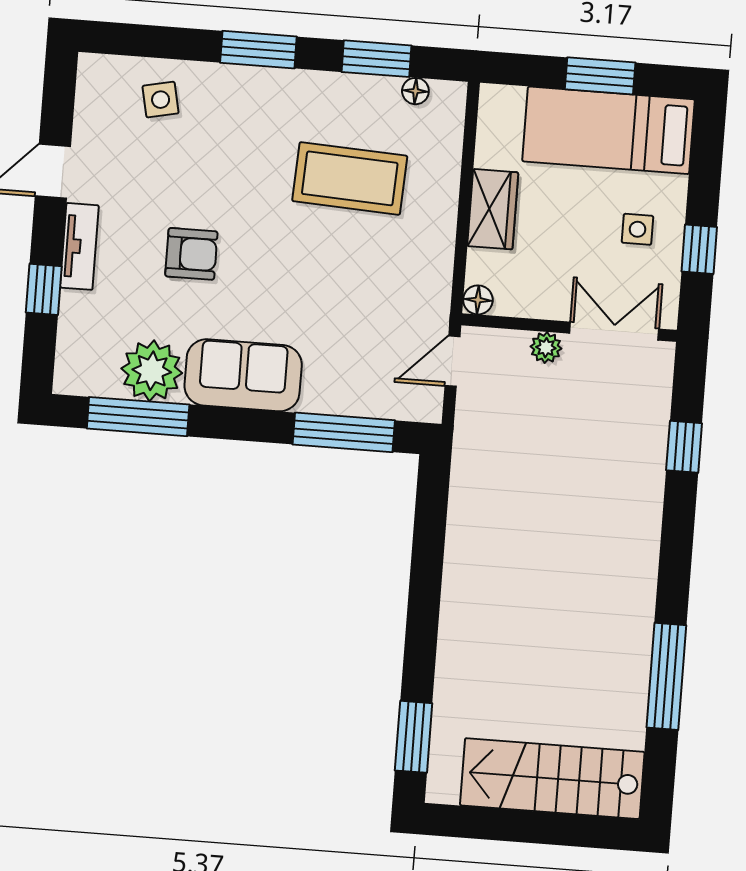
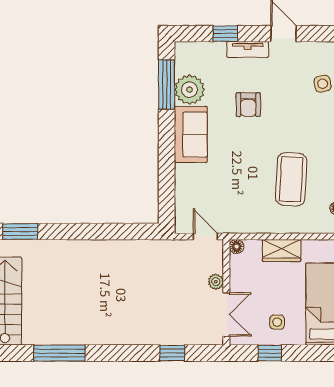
window: (344, 432) -> (167, 186), removed

